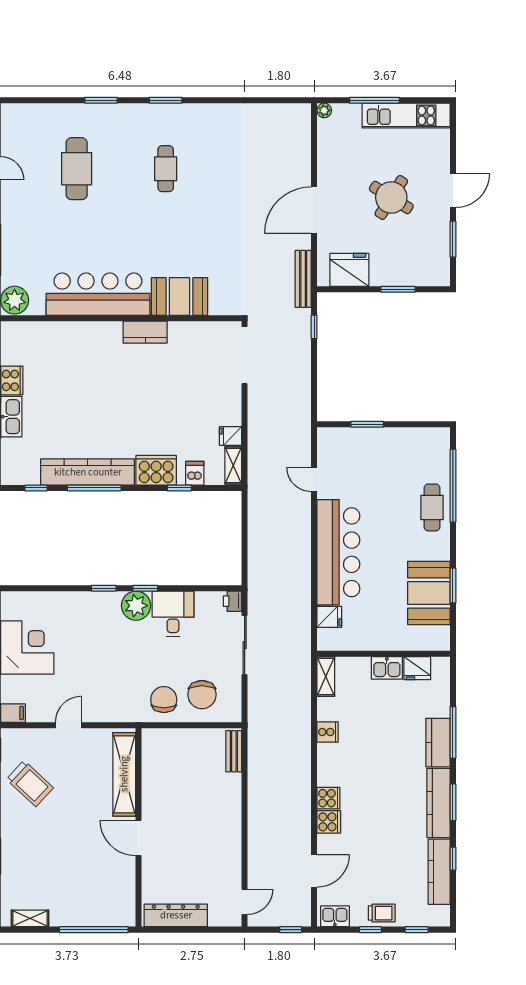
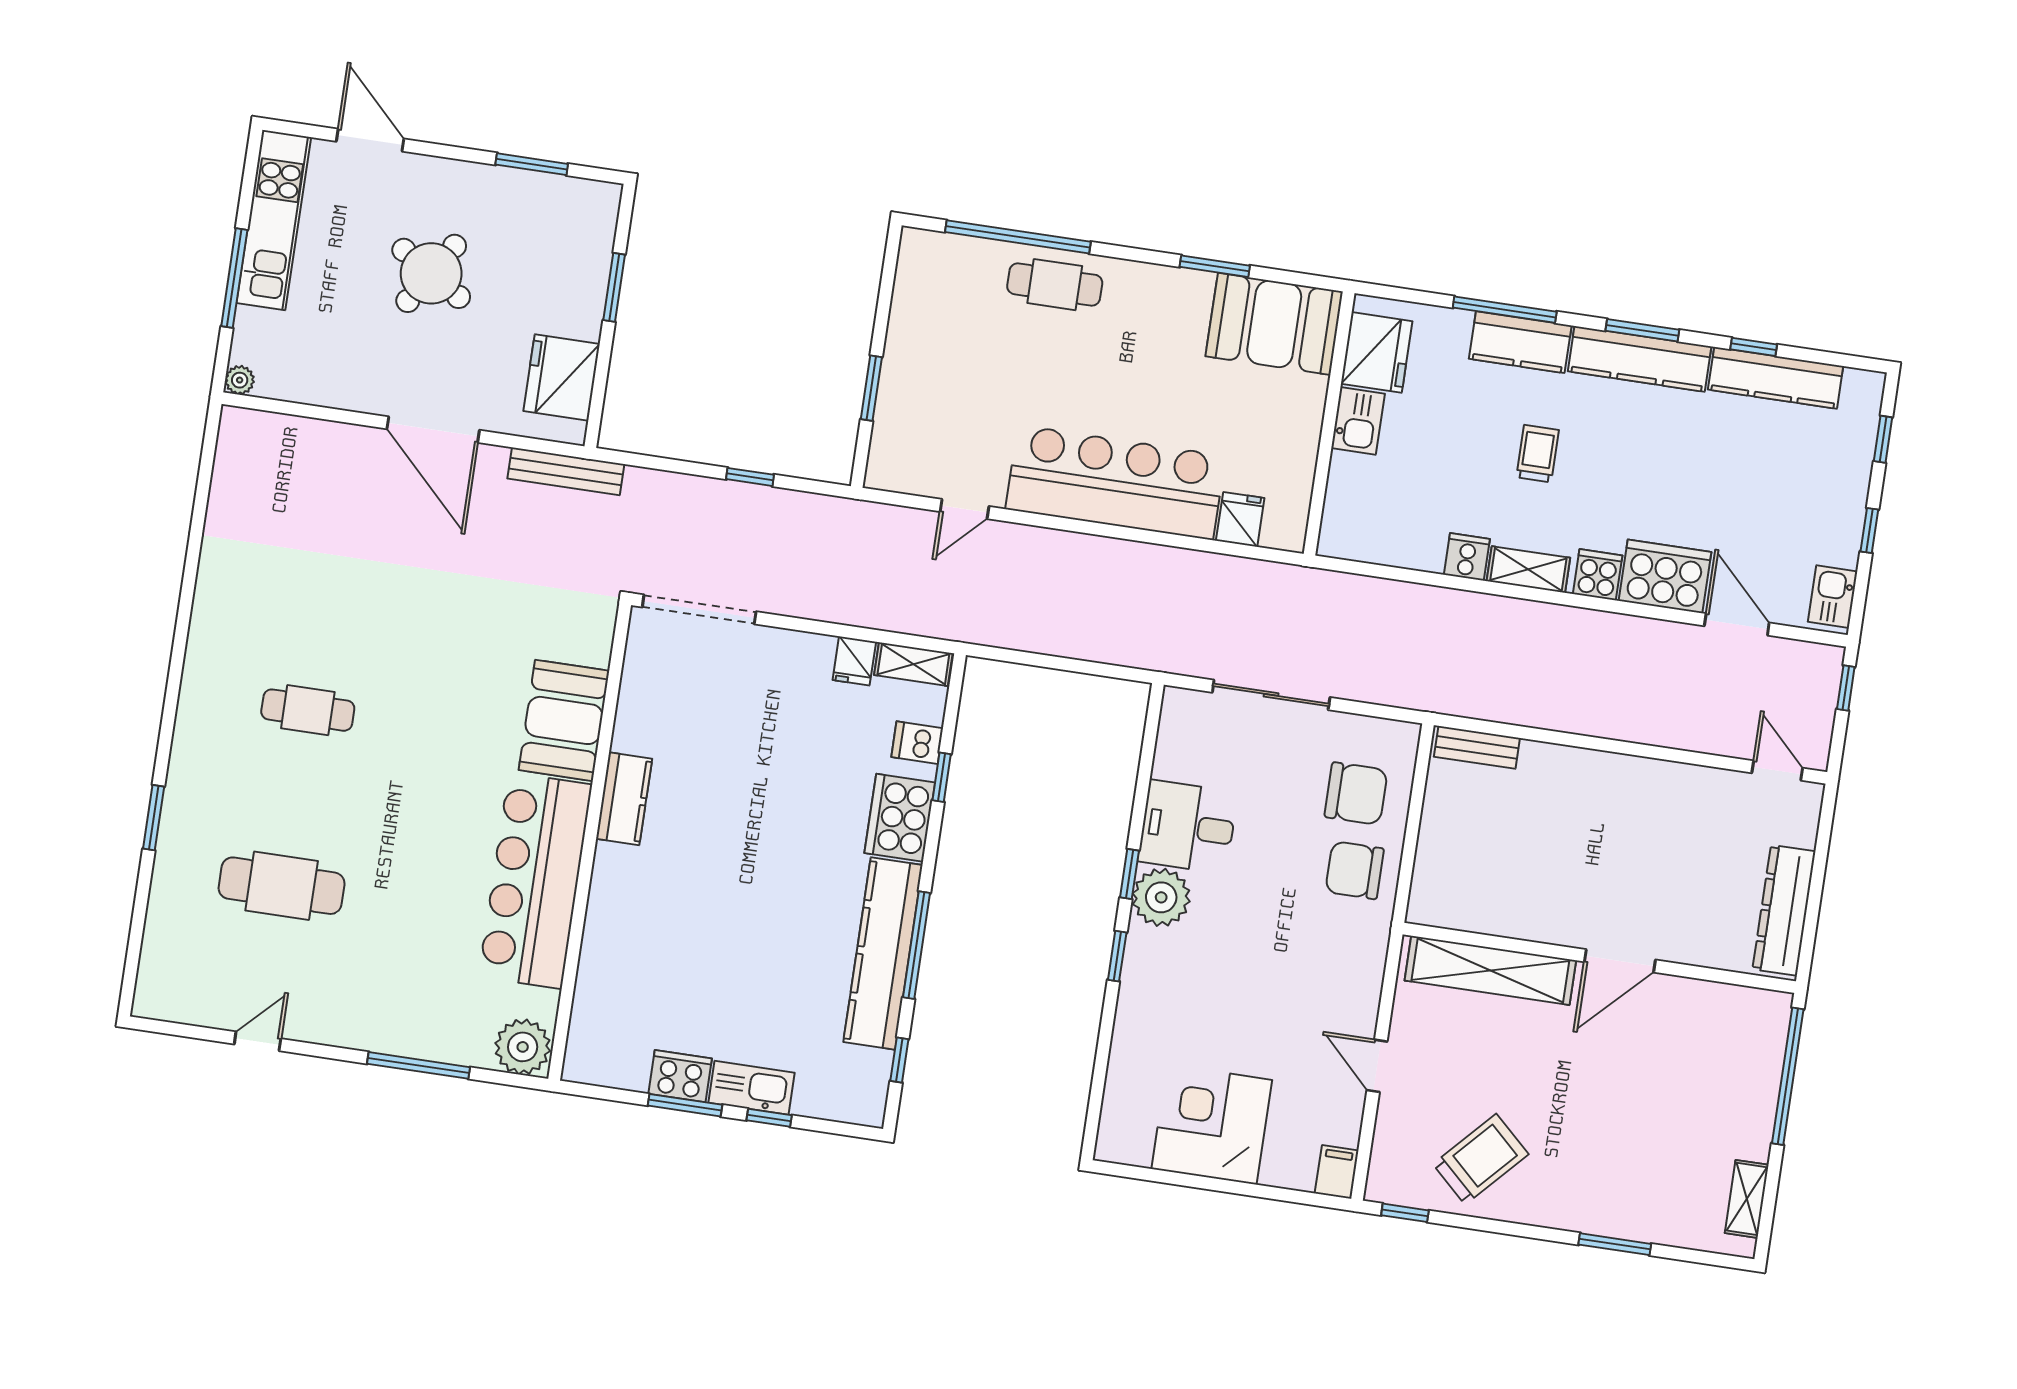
window: (166, 100) -> (173, 690), removed
door: (453, 191) -> (370, 140), moved
window: (314, 327) -> (750, 477), moved
booth: (429, 593) -> (1274, 324), moved
printer: (233, 601) -> (1181, 706), removed
fridge: (417, 668) -> (1377, 352), width x1.36, depth x1.34
shelving: (326, 677) -> (1528, 569), moved
cooker: (329, 822) -> (1665, 576), width x1.87, depth x1.31
trolley: (382, 913) -> (1538, 454), moved

